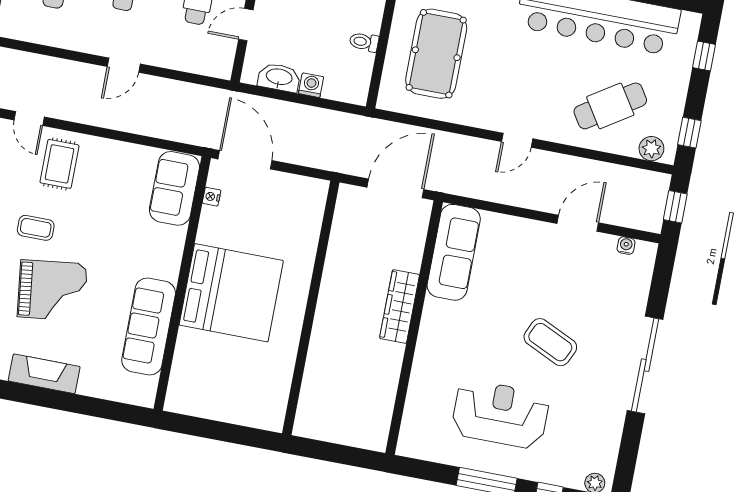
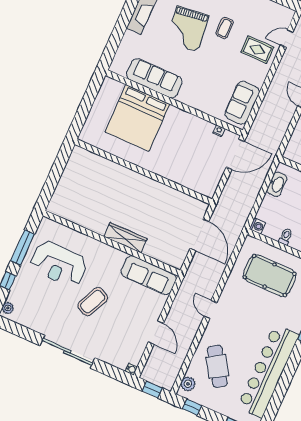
washing machine: (311, 85) -> (257, 226), moved
sofa: (174, 188) -> (242, 103), moved, turned -90
water cooler: (626, 246) -> (131, 369), moved
sofa: (454, 252) -> (149, 275), moved
bed: (231, 293) -> (137, 118), moved
wardrobe: (400, 307) -> (125, 238), moved
wall: (414, 328) -> (112, 243), moved
reception desk: (500, 414) -> (59, 264), turned 90

